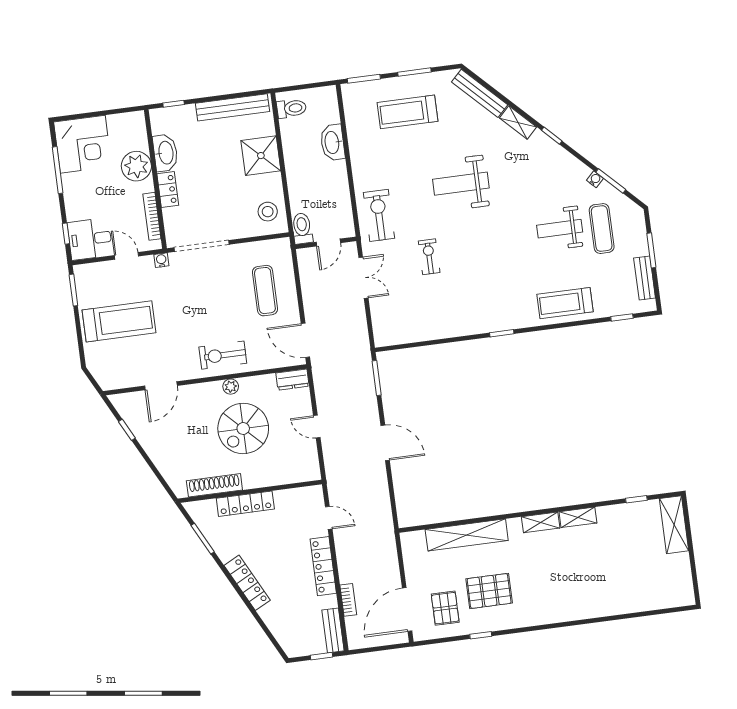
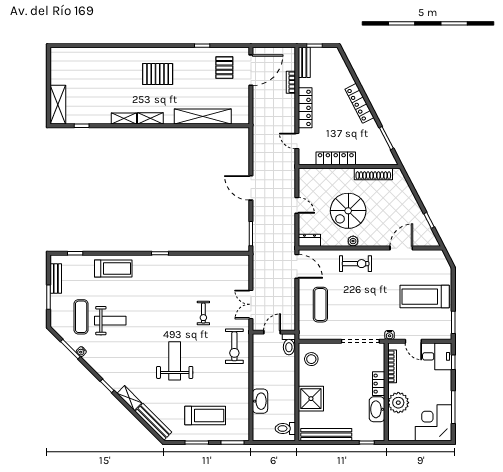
weight bench: (461, 184) -> (175, 361), turned -90
spiral stairs: (243, 428) -> (348, 211), turned 180
locker: (245, 504) -> (336, 158), moved
pallet: (489, 591) -> (158, 74), moved

